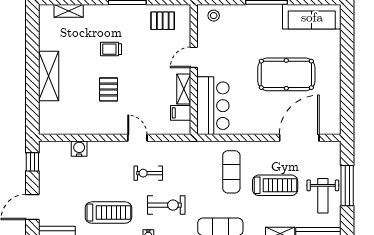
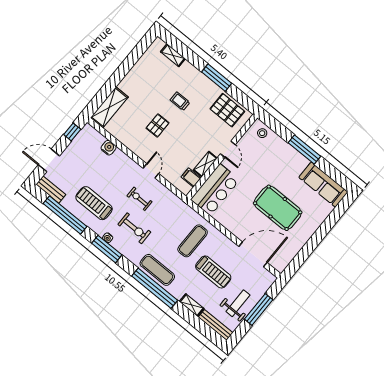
pallet: (163, 21) -> (227, 110), width x1.50, depth x1.42
door: (194, 57) -> (228, 149), swing flipped
shelving: (49, 76) -> (109, 107), moved
weight bench: (323, 196) -> (238, 303), turned 180
treadmill: (108, 213) -> (94, 203), turned 180

